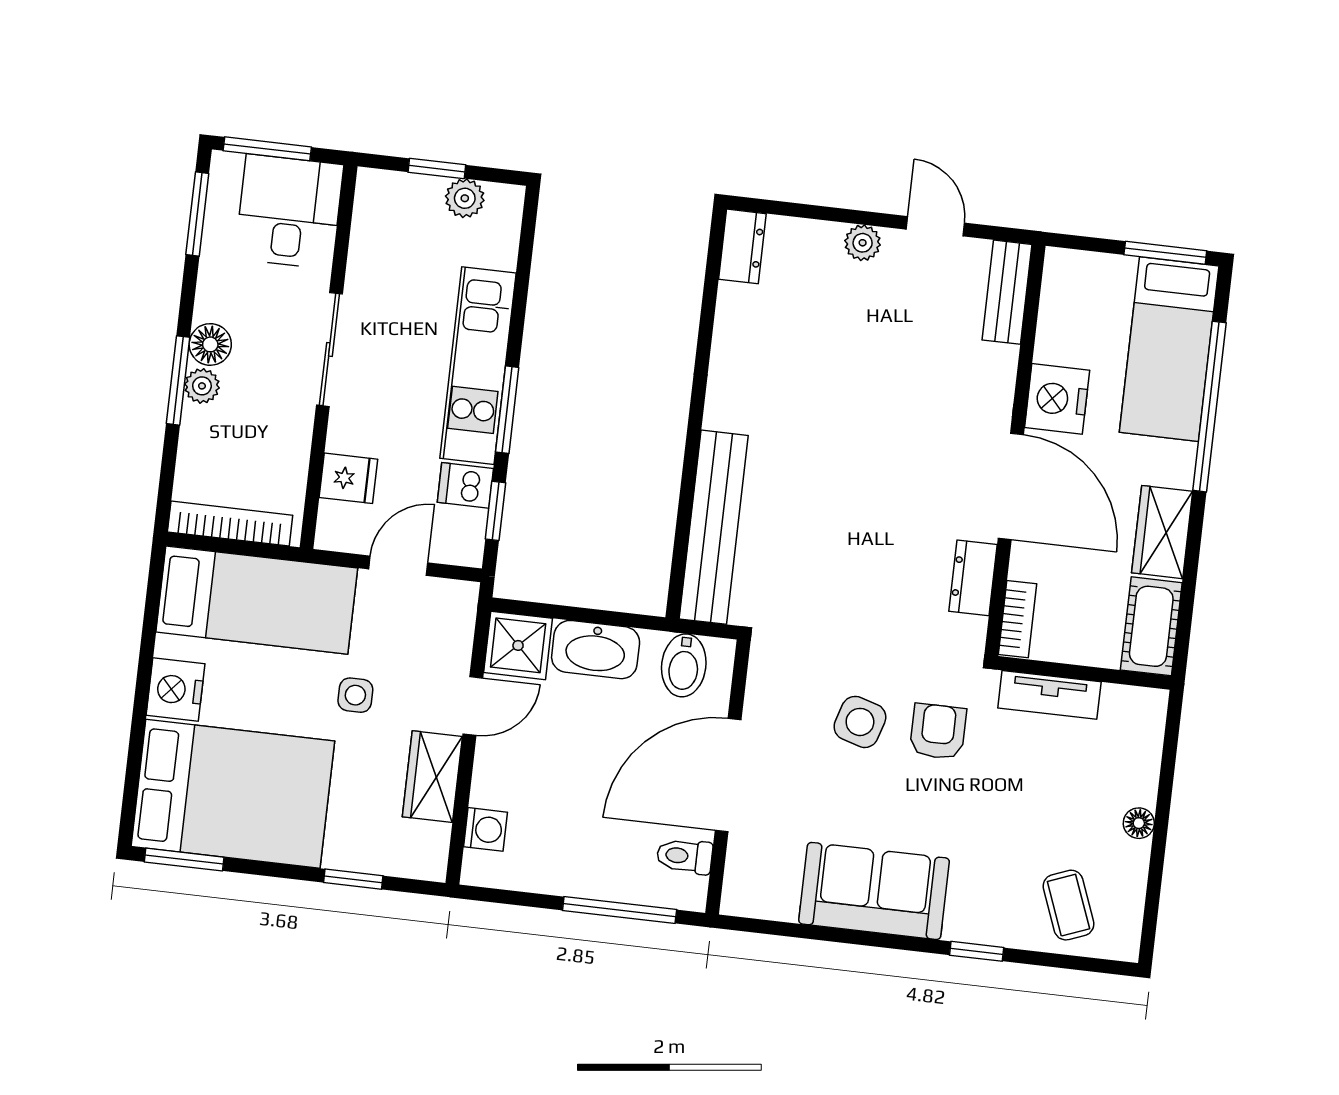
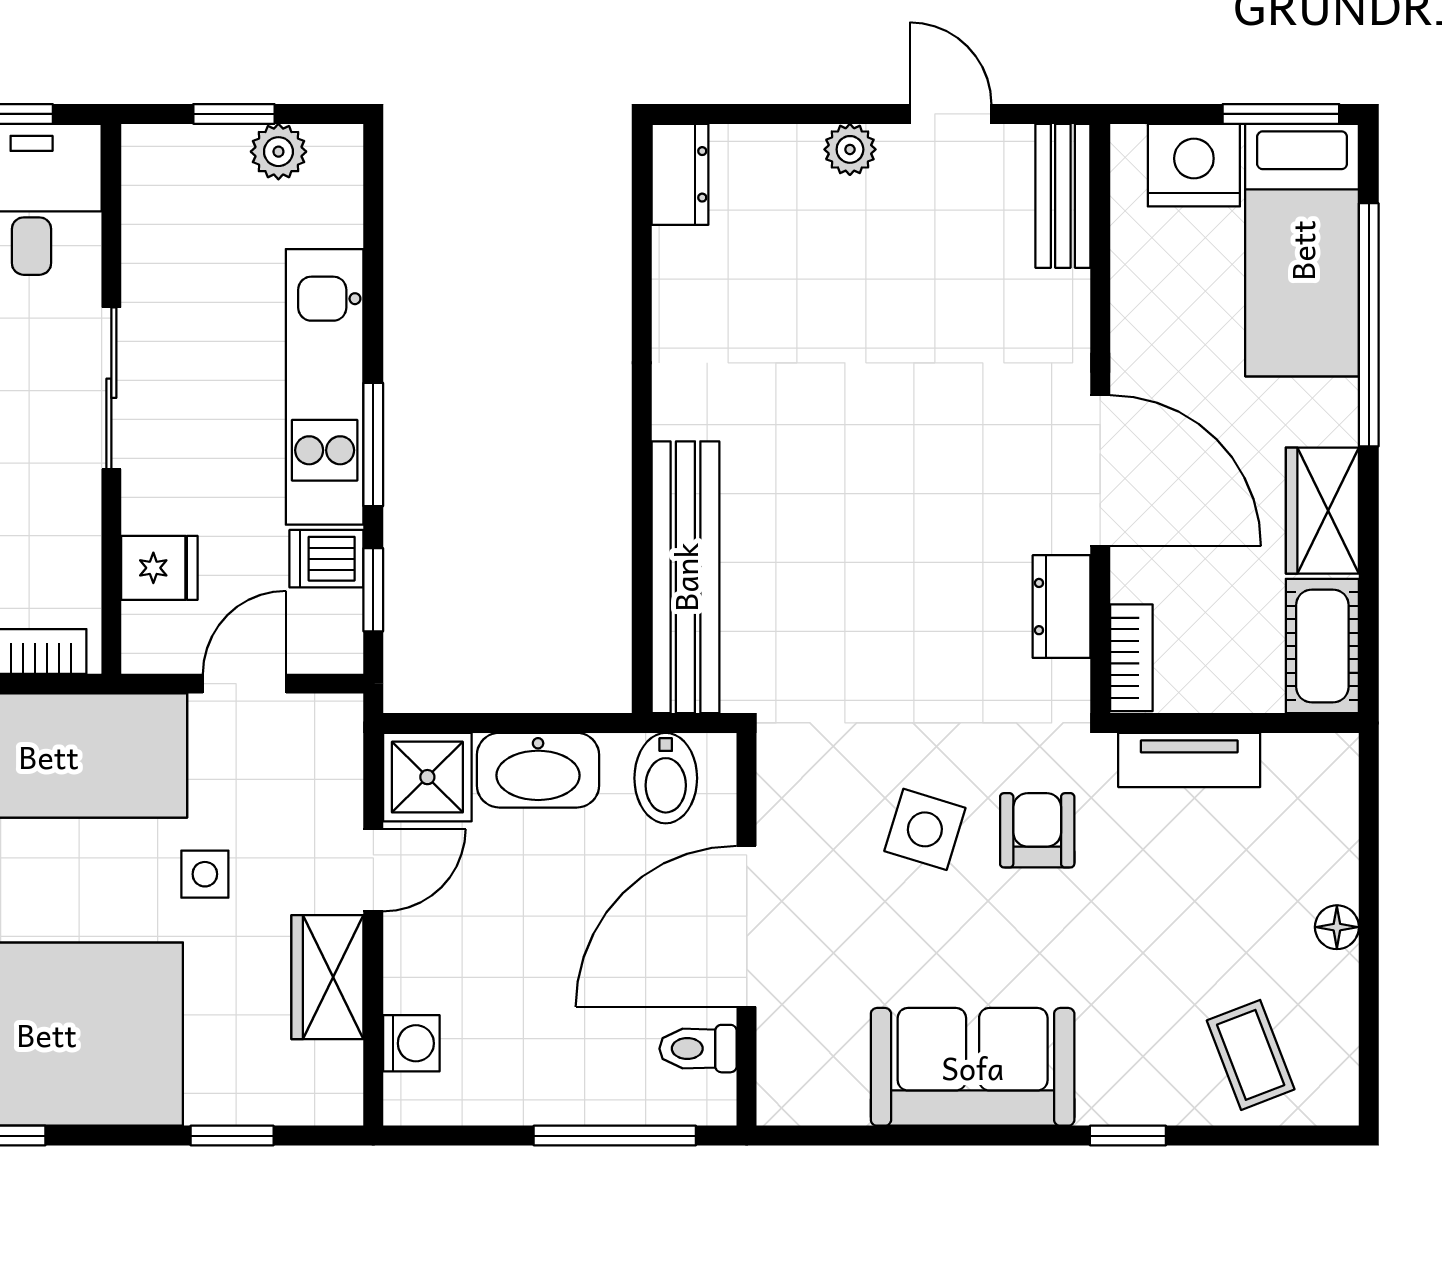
nightstand: (1057, 399) -> (1194, 165), moved, turned 90

